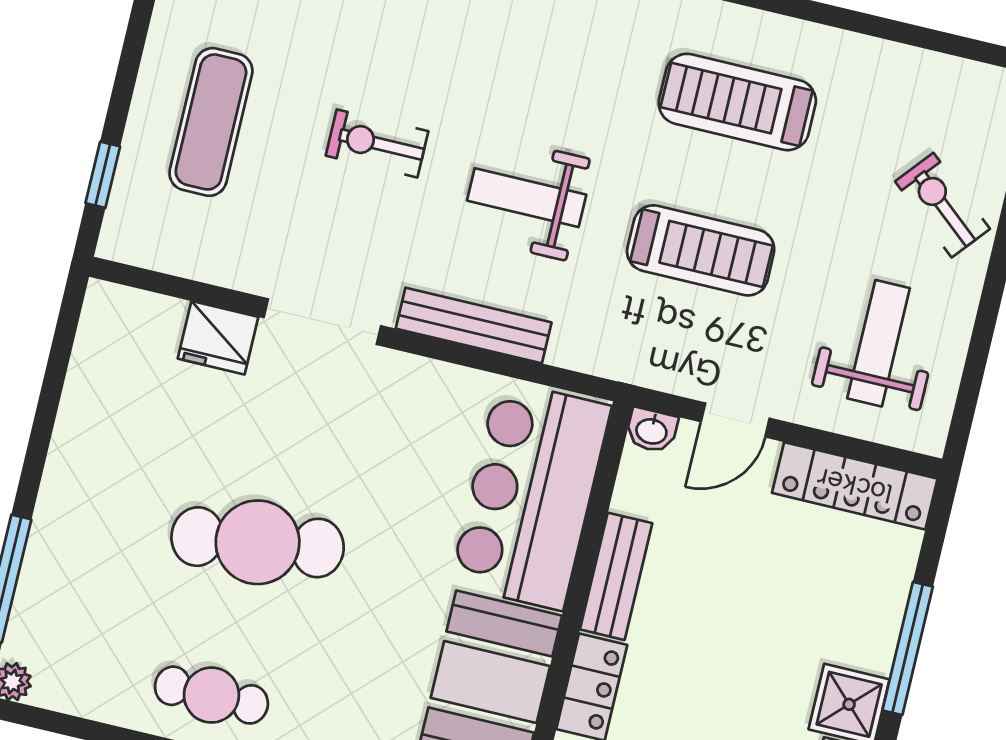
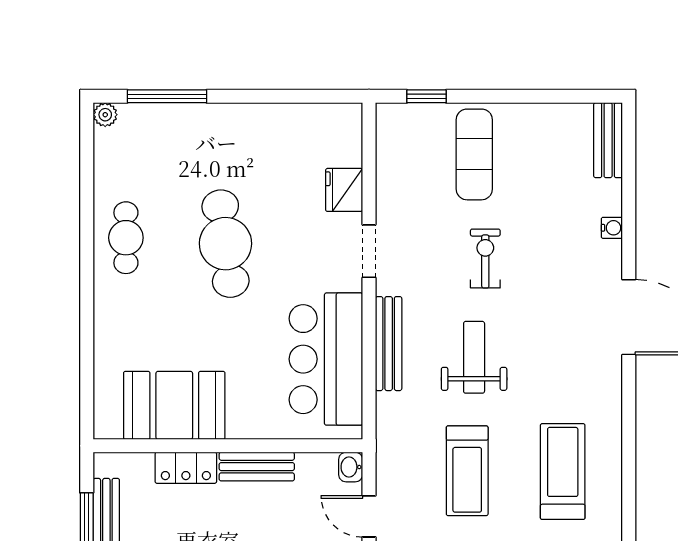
exercise mat: (211, 122) -> (474, 154), turned 90
doorway: (322, 322) -> (369, 251), width x0.73
bar counter: (530, 495) -> (326, 359), moved, turned -90

